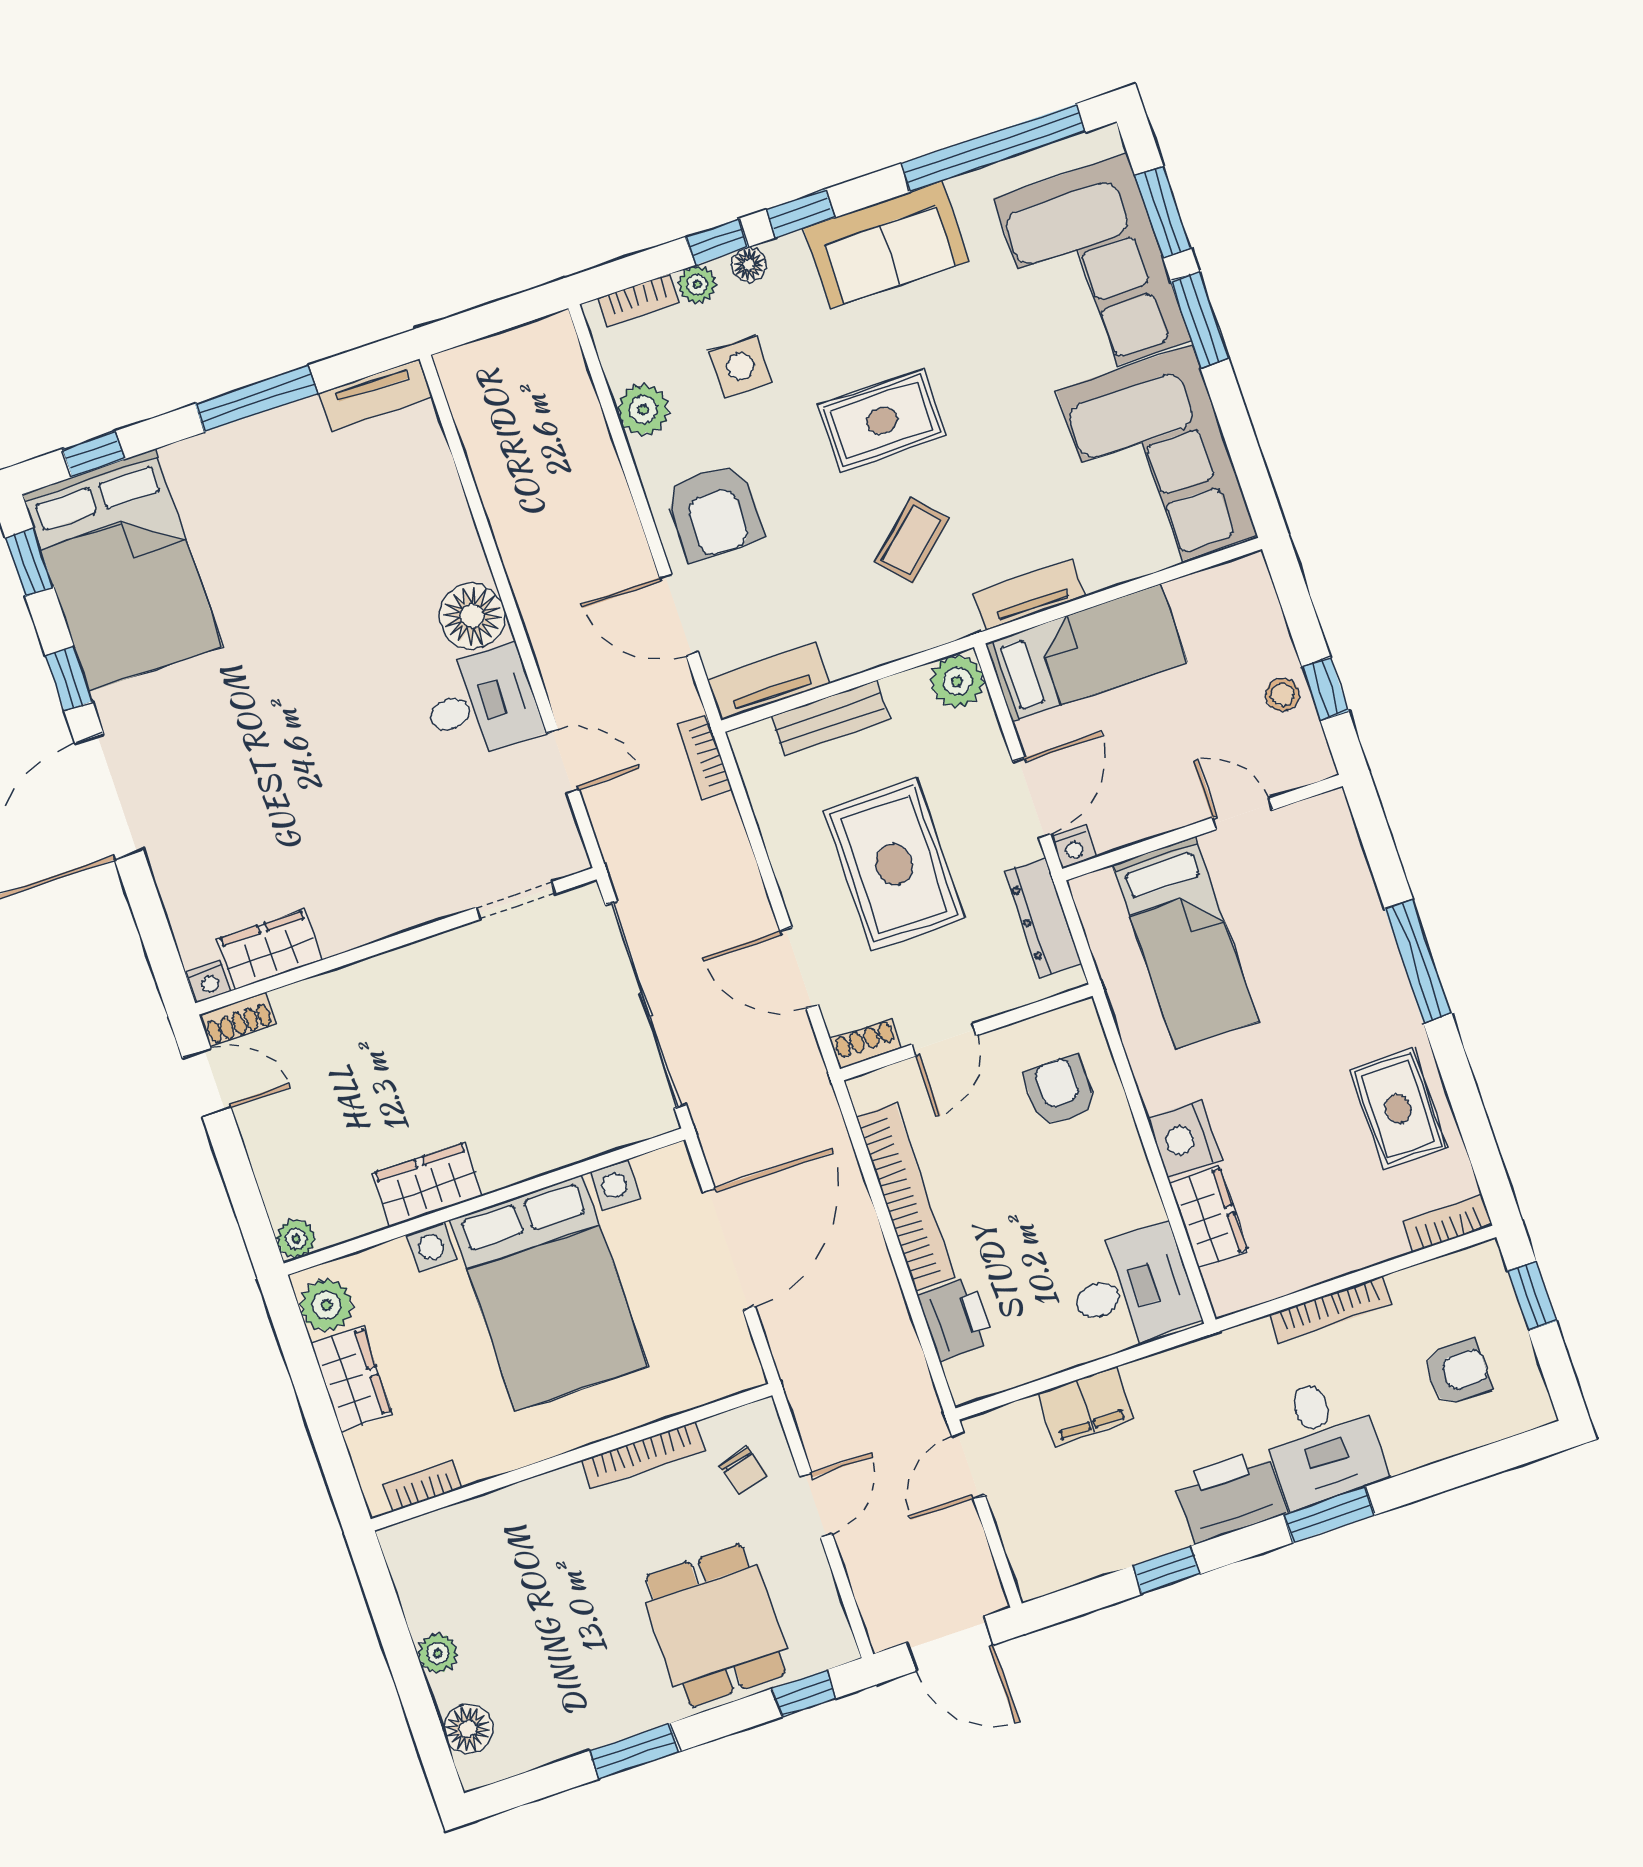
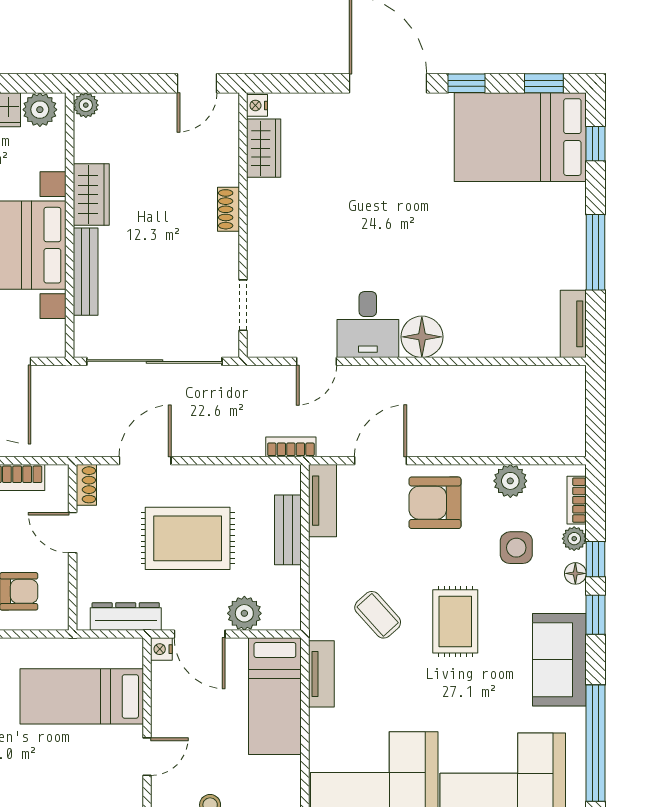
plant: (957, 681) -> (244, 613), moved
shoe rack: (238, 1019) -> (229, 209), moved
bench: (546, 1154) -> (86, 272), added

